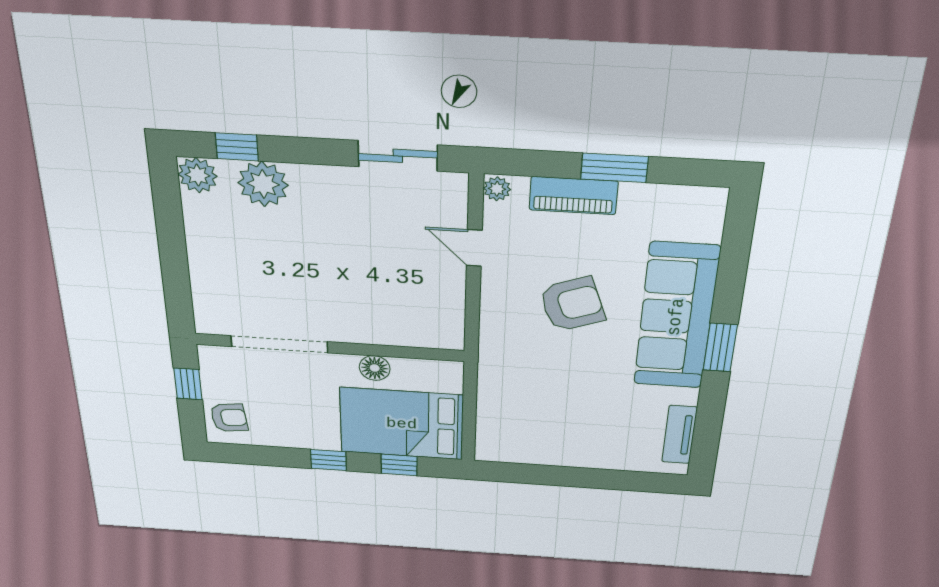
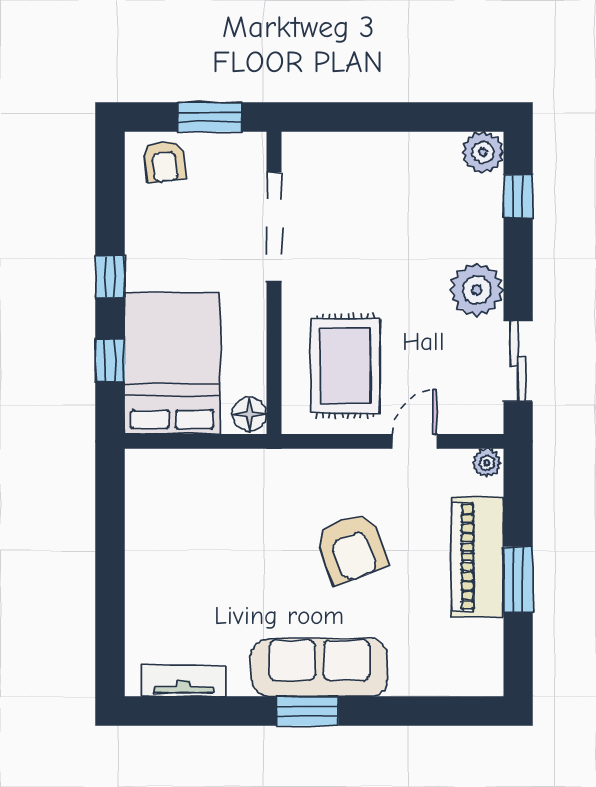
plant: (263, 184) -> (477, 290), moved
piano: (573, 196) -> (477, 557), width x1.37, depth x1.33
rug: (403, 299) -> (345, 366), added
sofa: (676, 317) -> (319, 668), width x0.74, depth x0.79
floor lamp: (375, 368) -> (250, 414), moved
window: (188, 384) -> (210, 117), width x1.50

